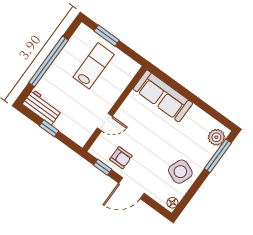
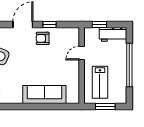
wall: (115, 109) -> (82, 65), moved
door: (105, 122) -> (82, 53), moved

